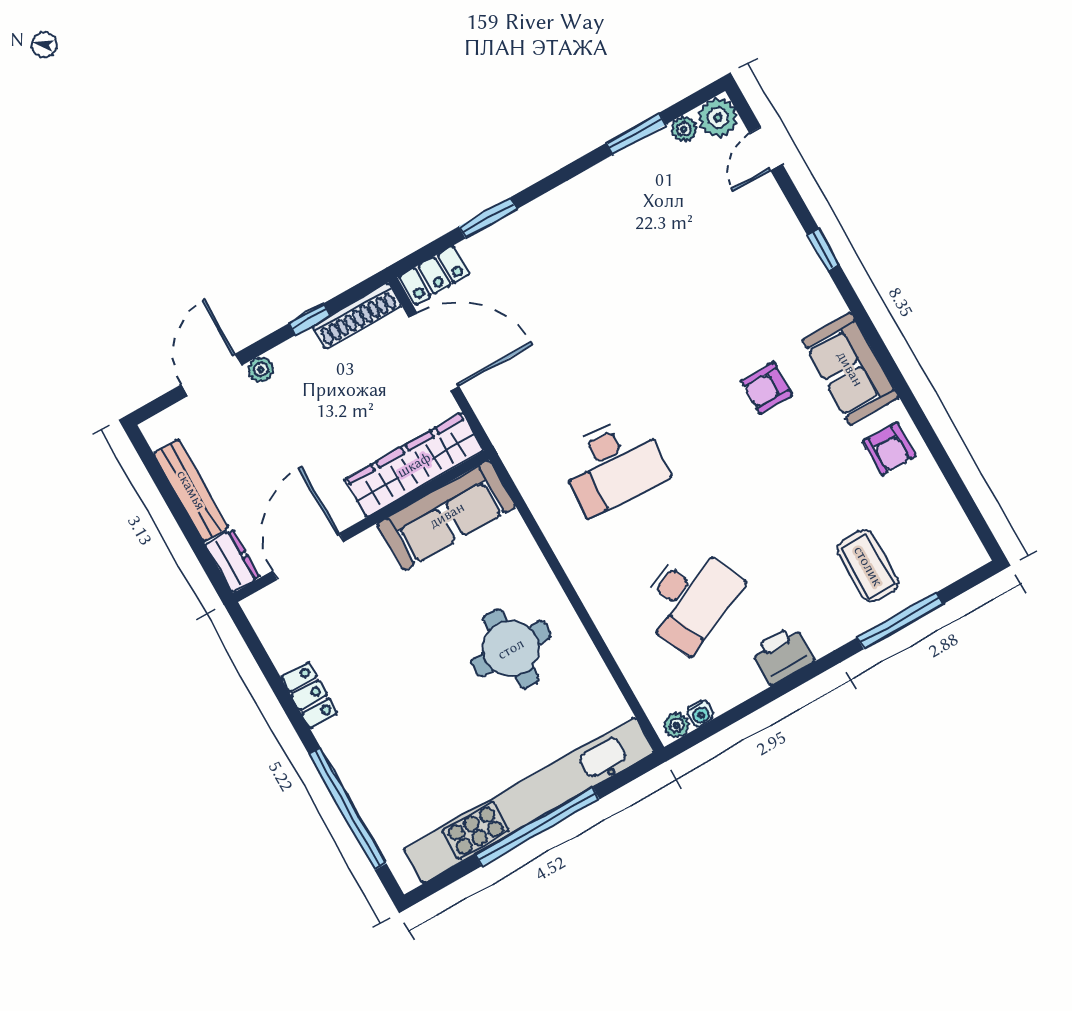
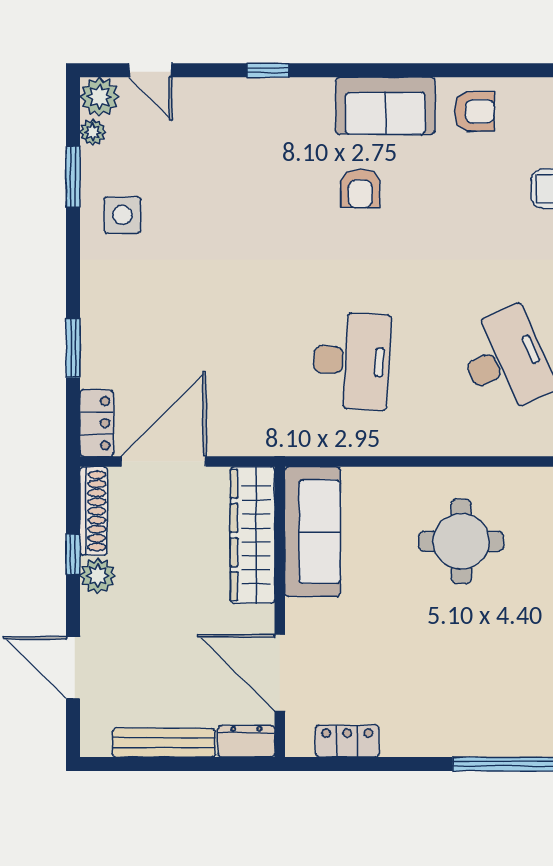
side table: (627, 195) -> (122, 215), added
plant: (261, 369) -> (98, 576), moved, width x1.38, depth x1.38
locker: (309, 695) -> (347, 741), moved

